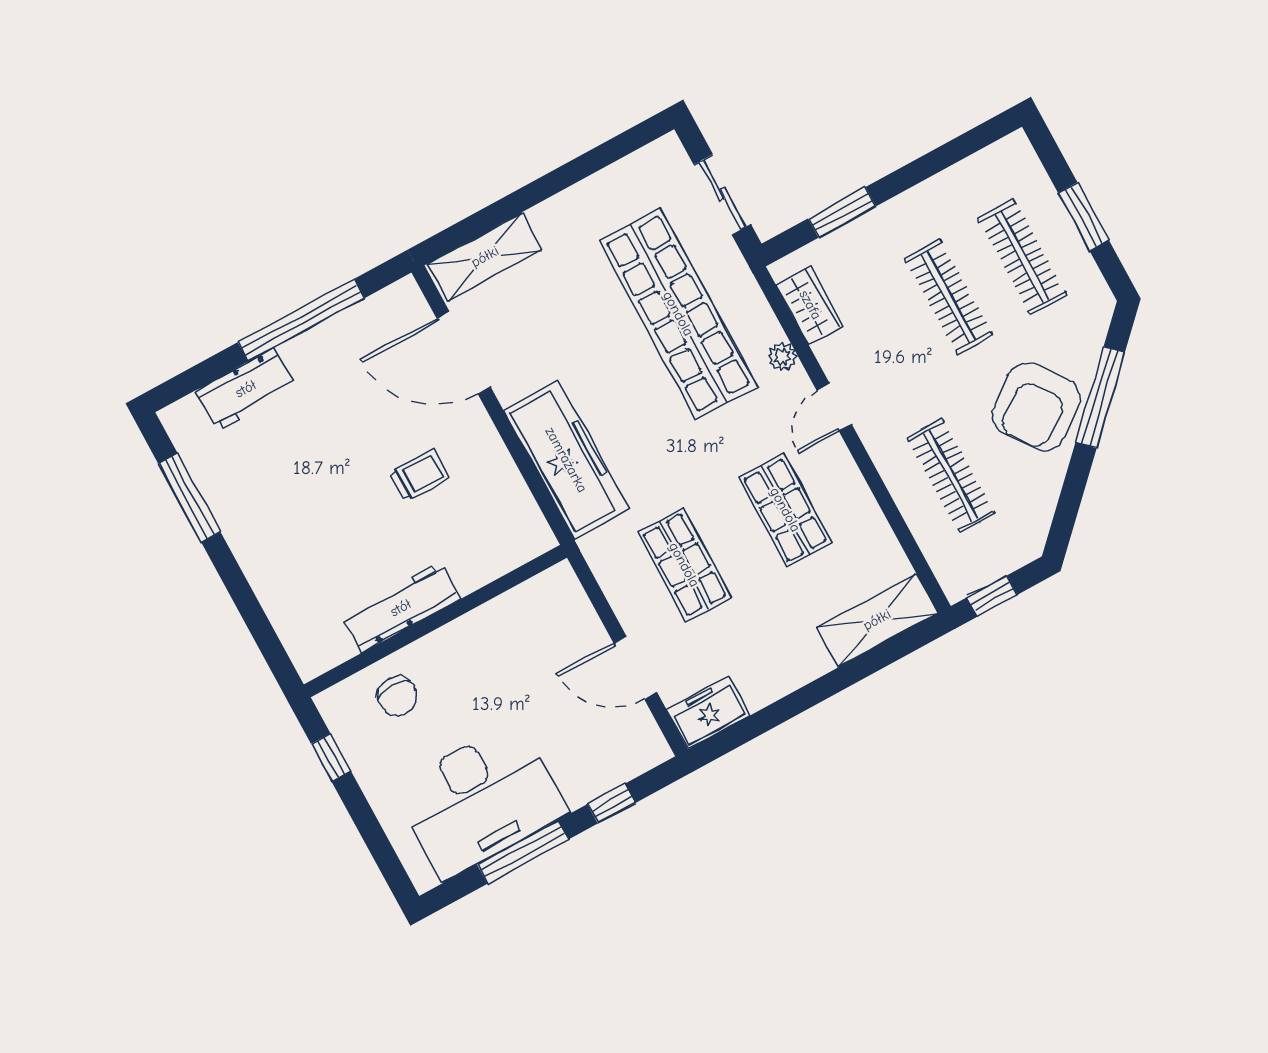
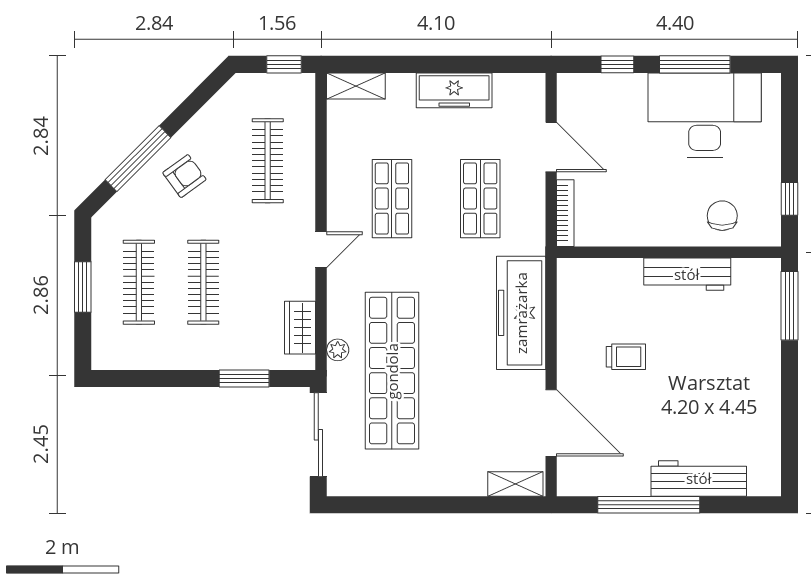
sliding door: (722, 194) -> (318, 435), width x1.37
shelving: (485, 257) -> (515, 484), width x0.67, depth x0.75
plant: (782, 357) -> (338, 350), moved
workbench: (246, 389) -> (699, 478), width x1.38
armchair: (1036, 406) -> (184, 176), width x0.53, depth x0.53
trolley: (419, 475) -> (626, 357), turned 180
window: (189, 498) -> (790, 306), moved
bookcase: (578, 601) -> (565, 213), added
shelving: (877, 620) -> (356, 86), width x0.67, depth x0.75
freezer: (708, 712) -> (454, 90), moved, width x1.40

